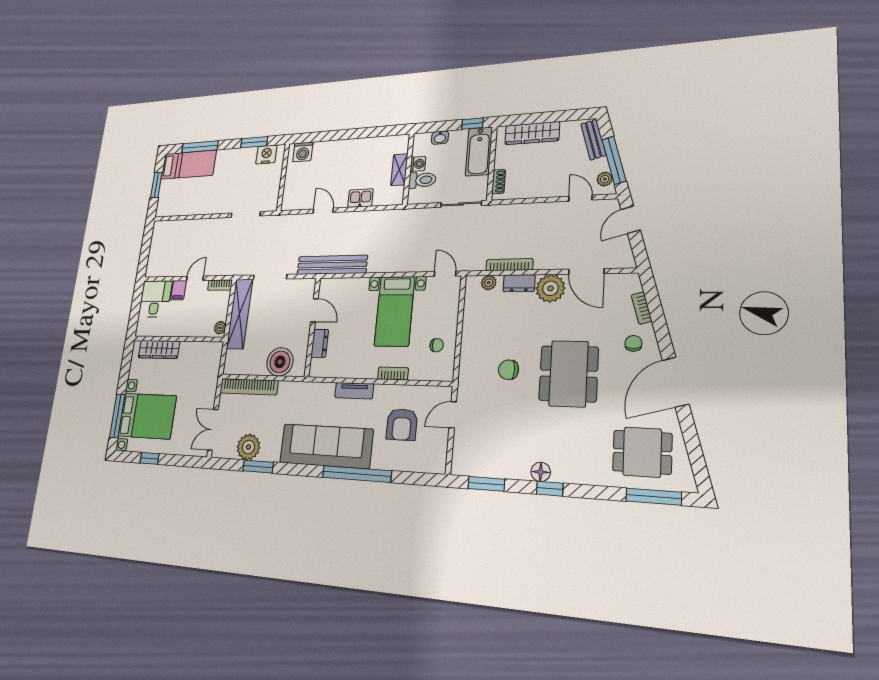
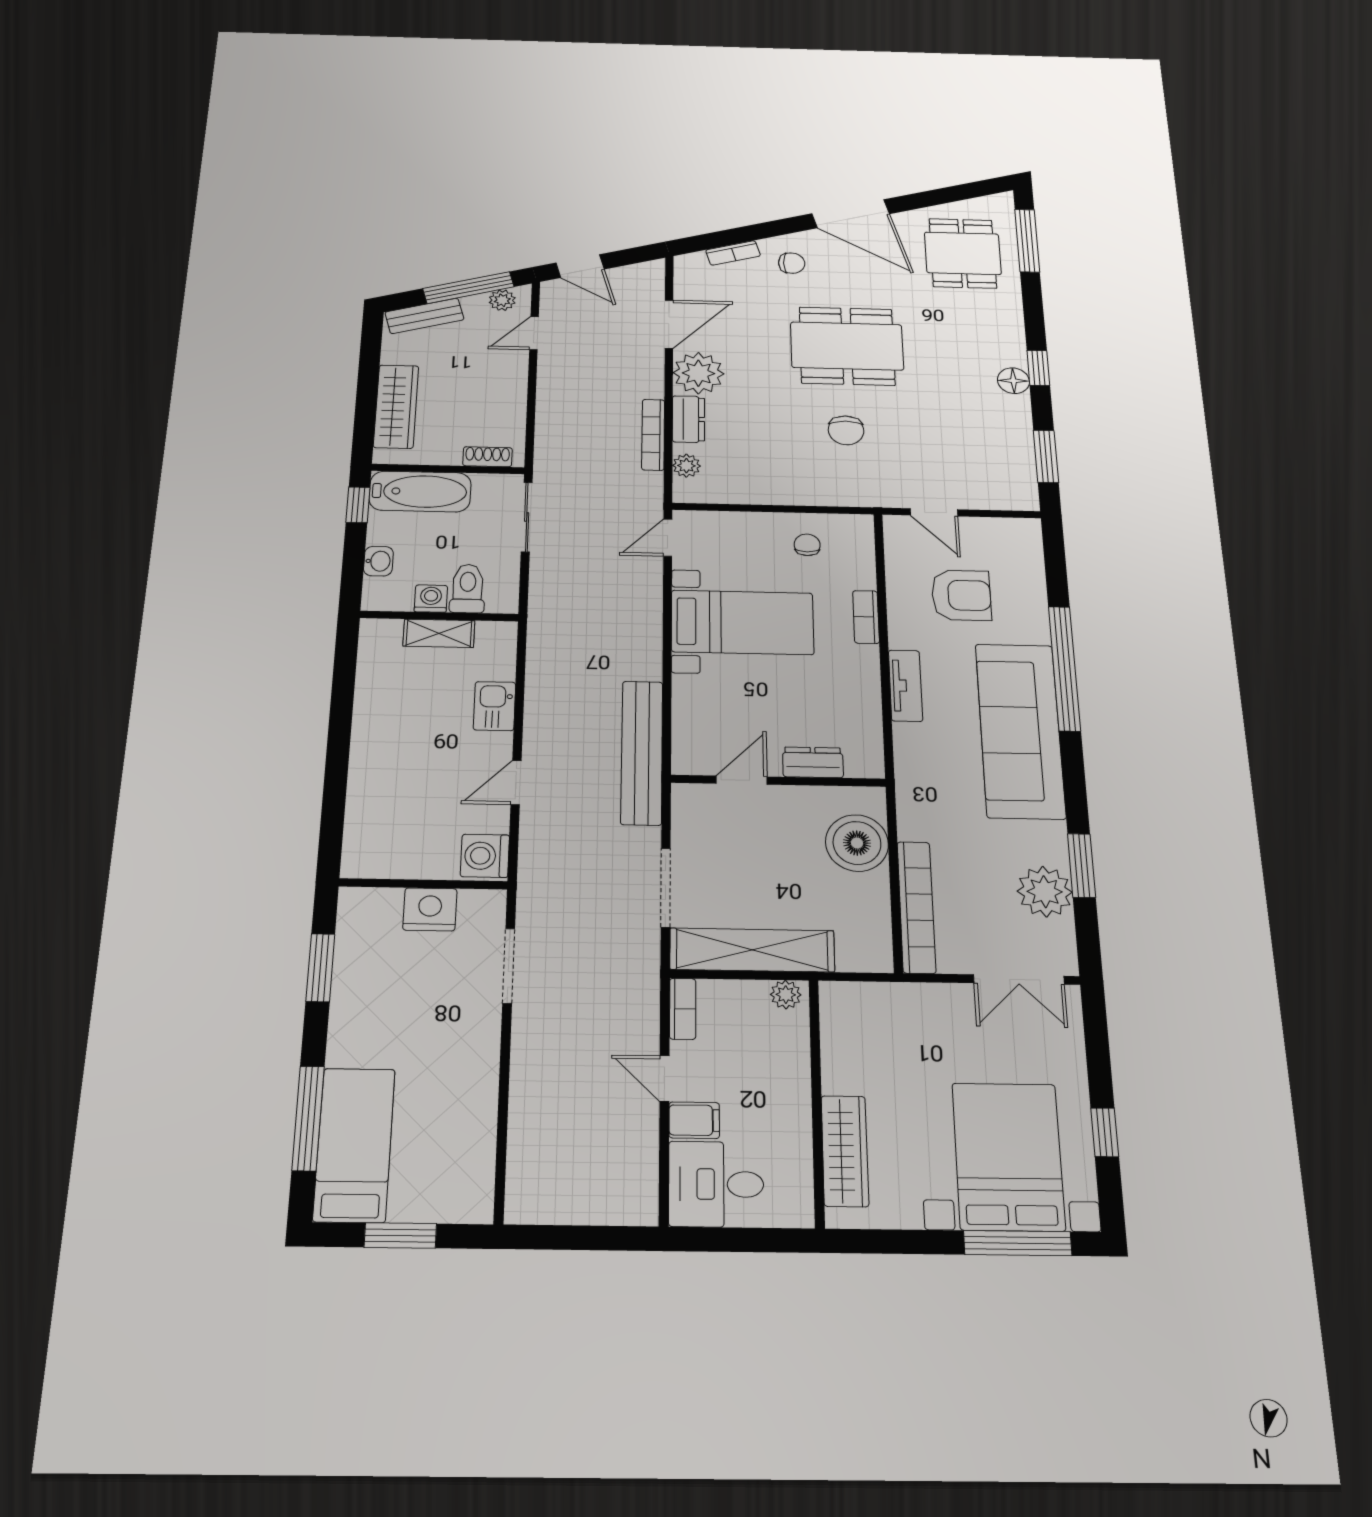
washing machine: (303, 152) -> (485, 856), moved, turned 180
nightstand: (266, 154) -> (430, 909), moved, turned 90
chair: (633, 343) -> (792, 263), turned 180

